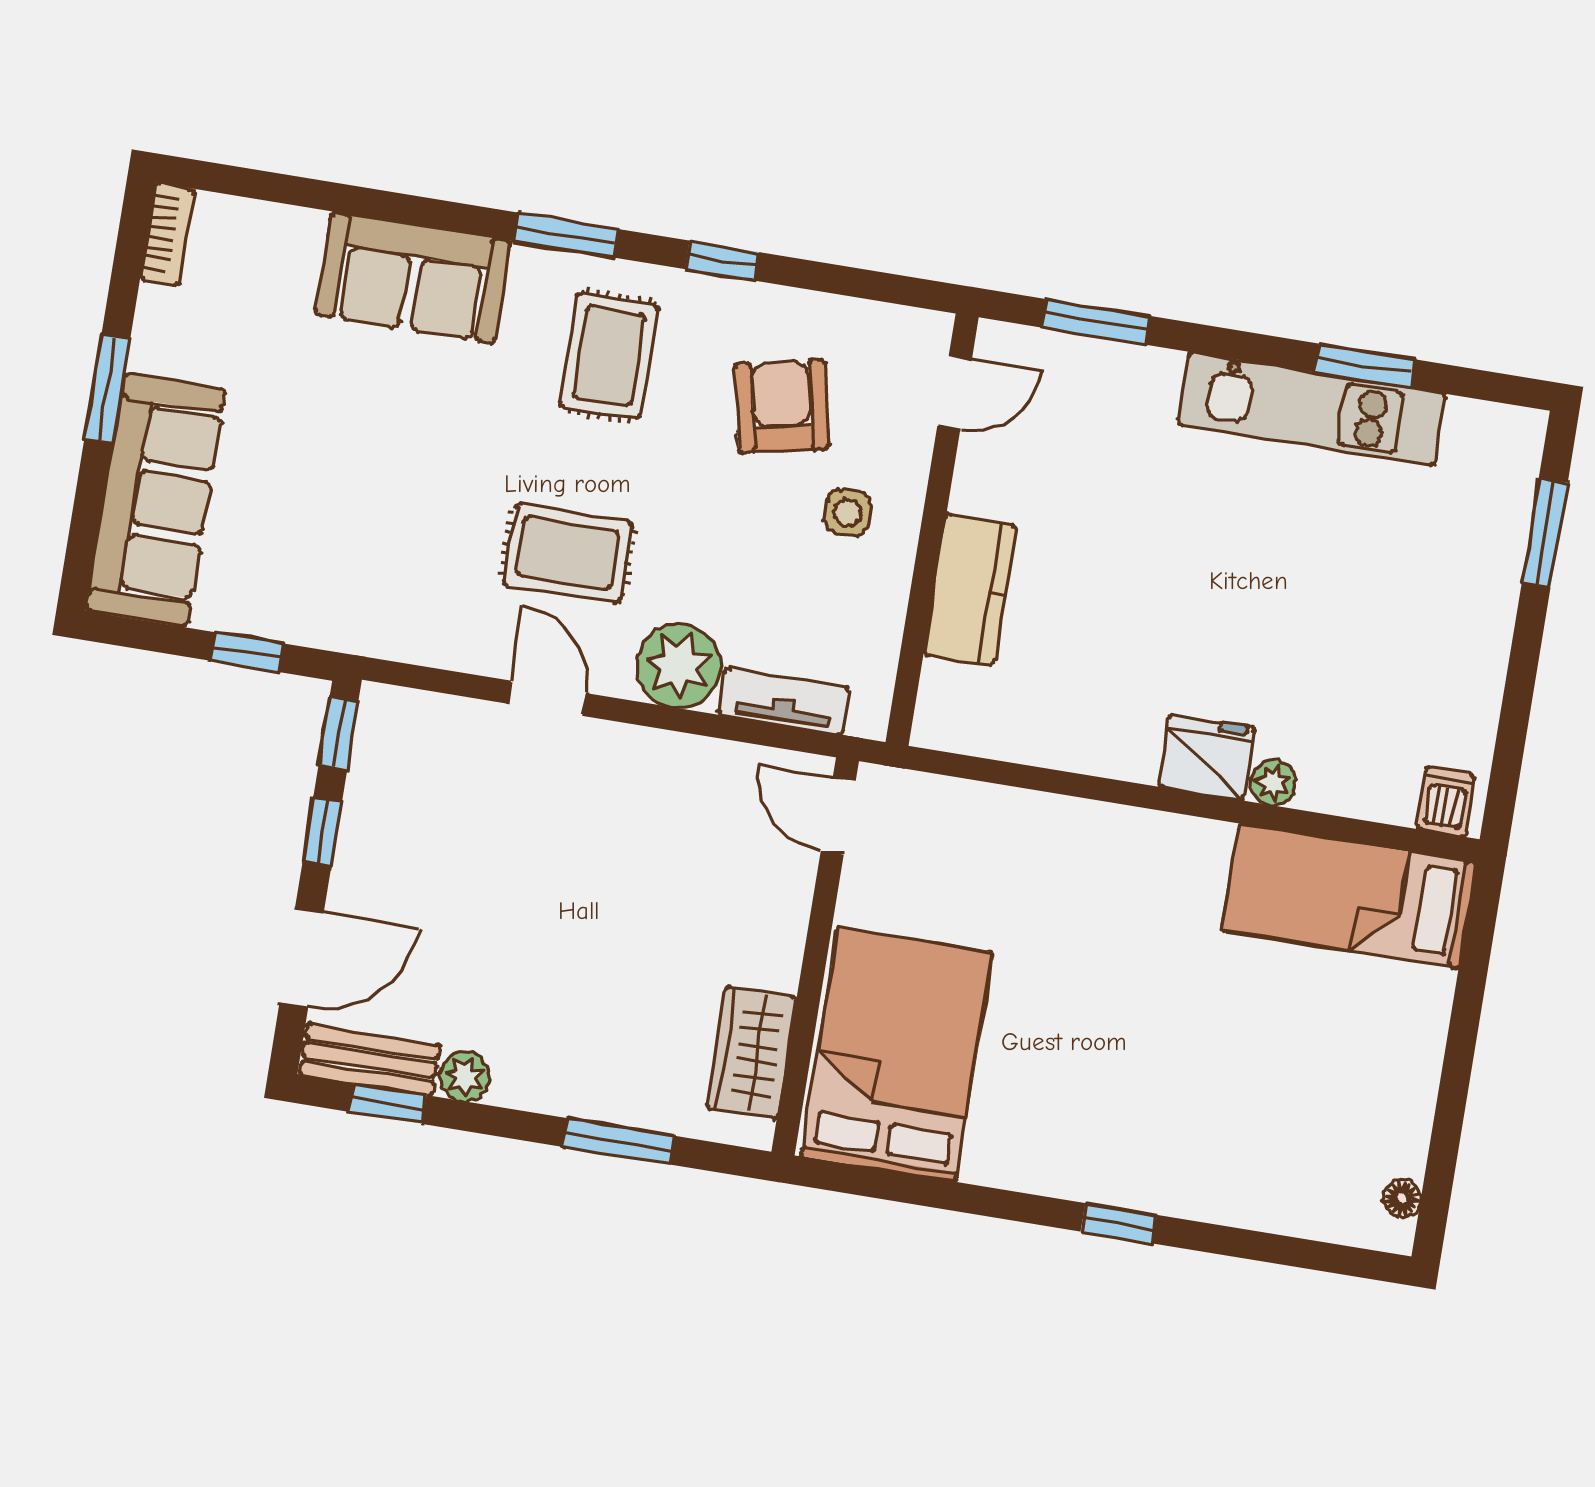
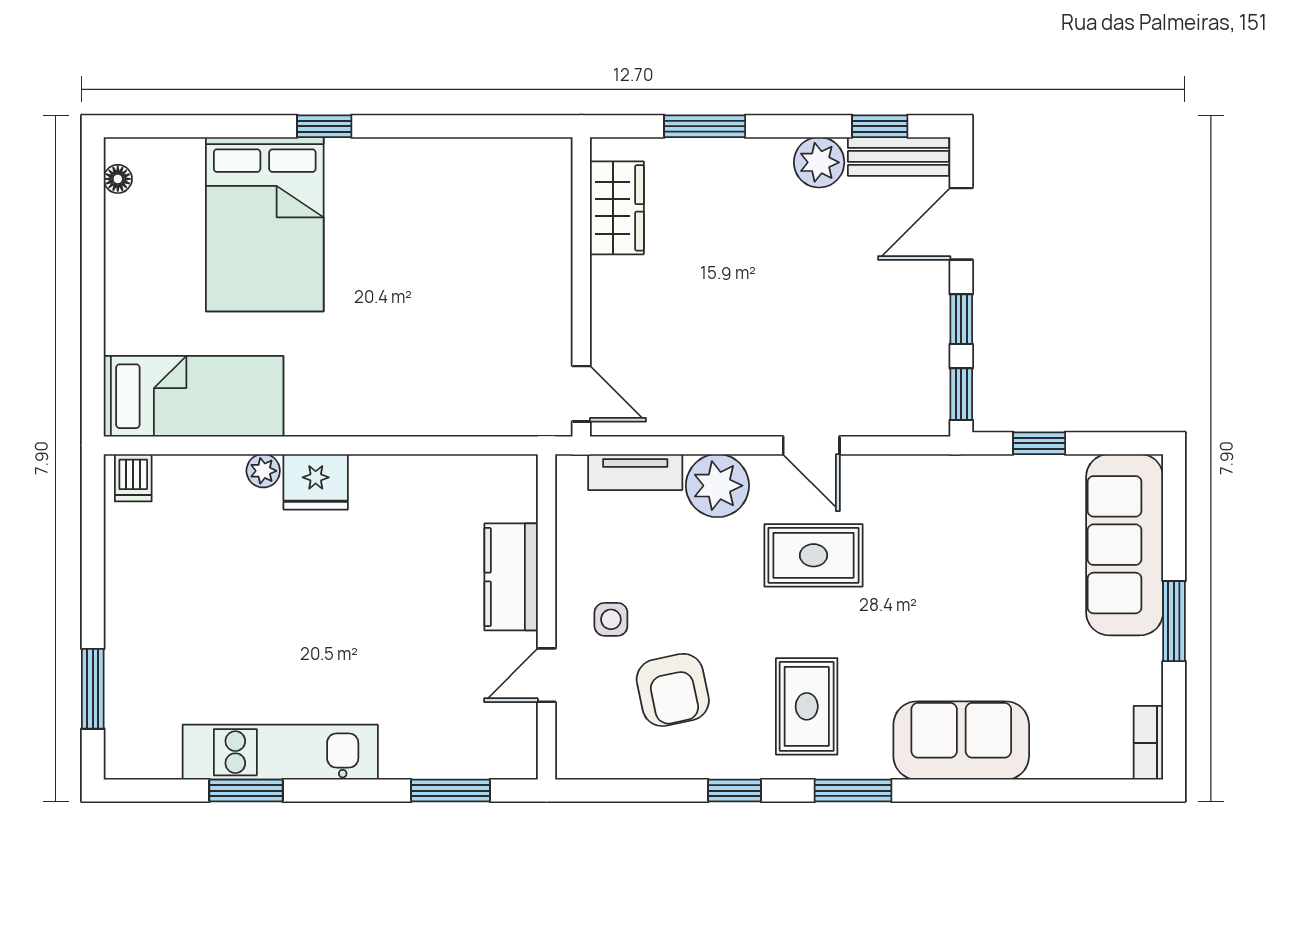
door: (955, 392) -> (547, 675), moved
bed: (897, 1054) -> (265, 224), moved
plant: (465, 1077) -> (819, 162), width x1.38, depth x1.38

